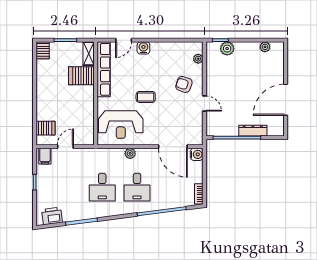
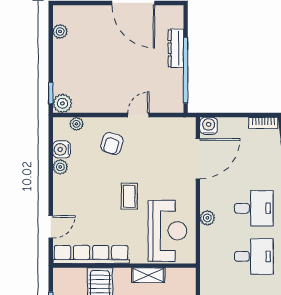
door: (124, 40) -> (51, 227), hinge flipped
plant: (167, 47) -> (60, 167), added
water cooler: (143, 48) -> (62, 149), moved
plant: (227, 49) -> (62, 103), moved
shelving: (89, 54) -> (148, 275), moved

